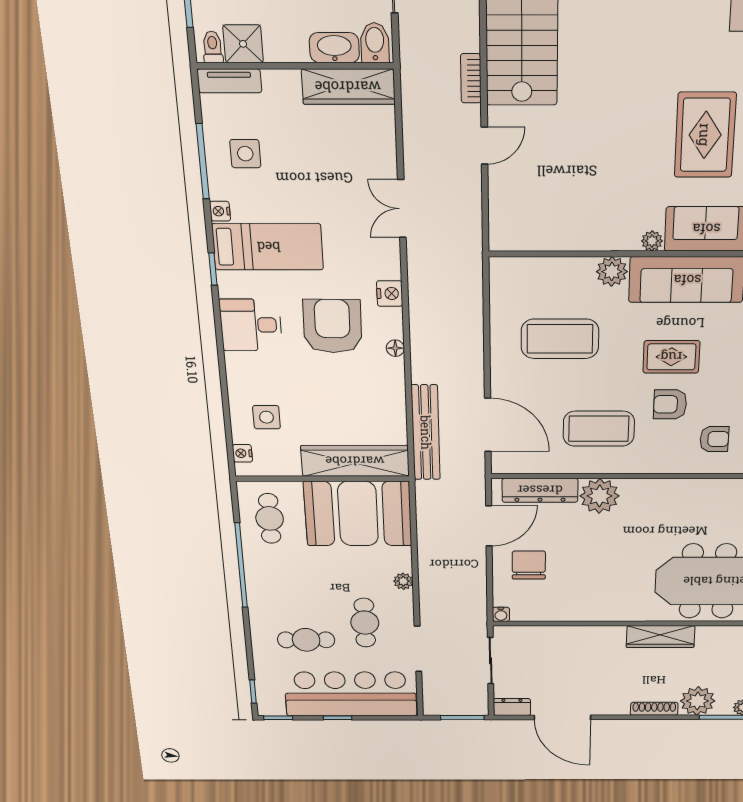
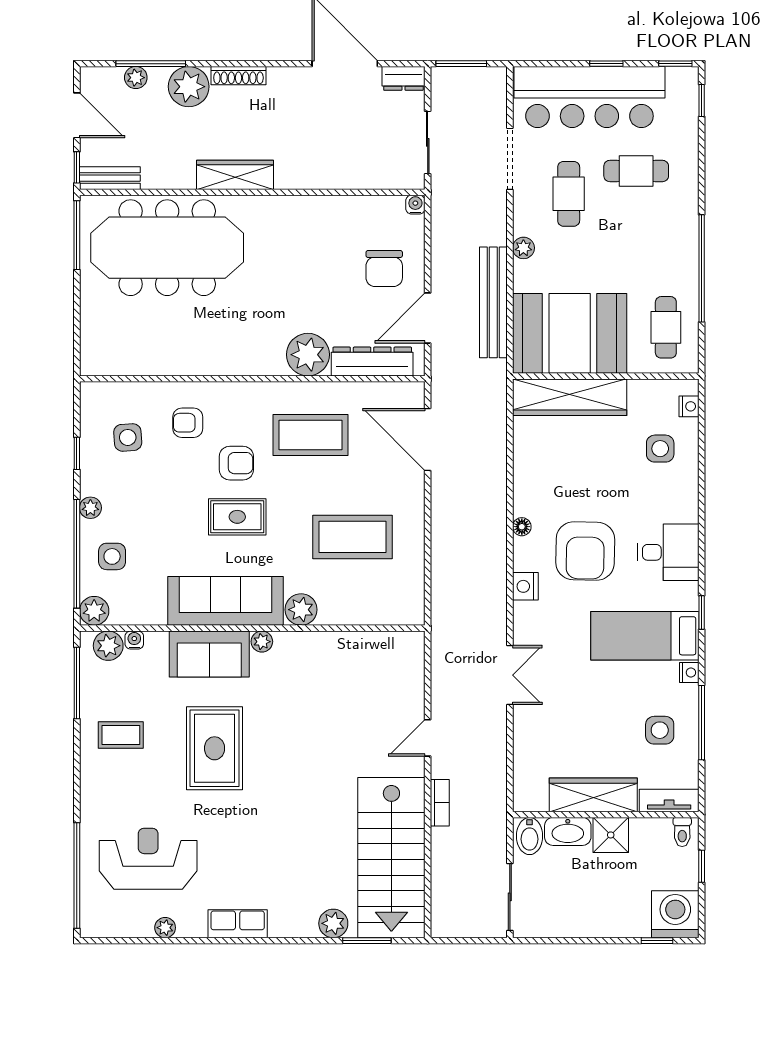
shower: (243, 44) -> (611, 835), moved
wardrobe: (348, 87) -> (593, 795), moved
bench: (426, 433) -> (493, 302), moved

